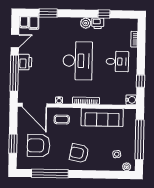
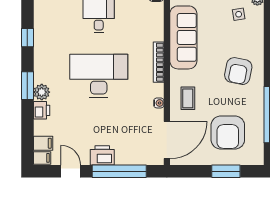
window: (48, 13) -> (27, 86), moved
plant: (86, 23) -> (42, 92), moved
printer: (98, 23) -> (42, 110), moved

